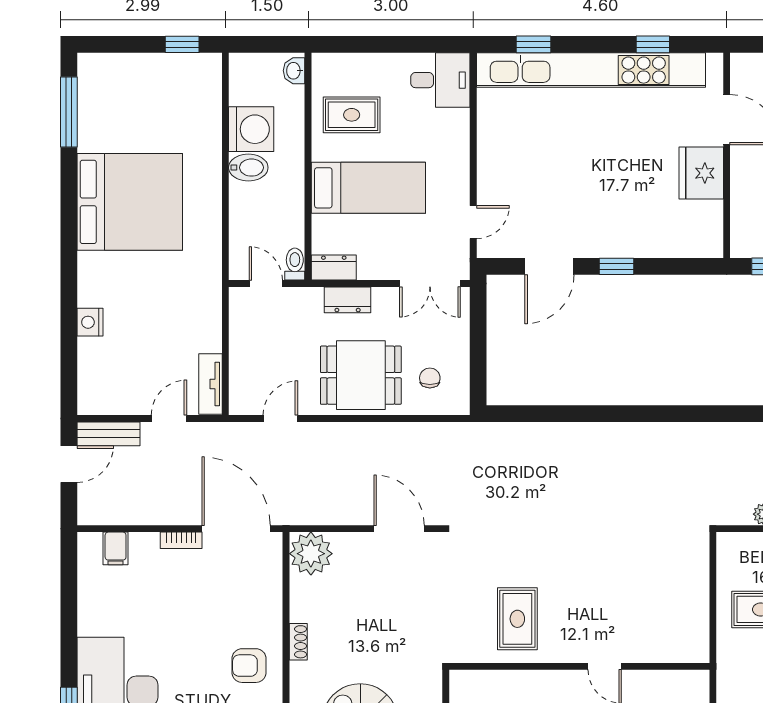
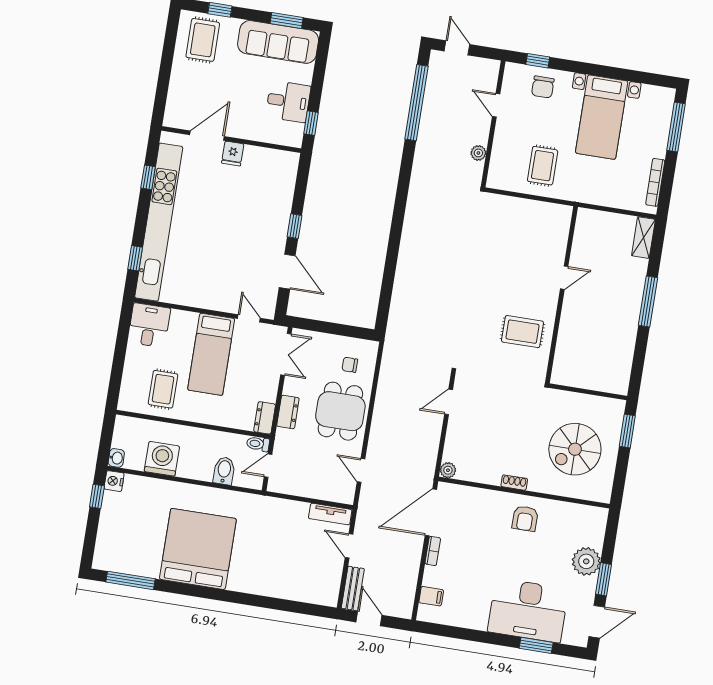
washbasin: (294, 71) -> (116, 458), moved, turned -90
bidet: (248, 168) -> (224, 471), moved
fridge: (701, 173) -> (233, 153), width x0.53, depth x0.75
bed: (368, 188) -> (211, 354), moved, turned 180
nightstand: (90, 322) -> (114, 481), moved, turned 90
door: (399, 529) -> (449, 402), width x0.73
plant: (311, 554) -> (448, 470), width x0.53, depth x0.53

